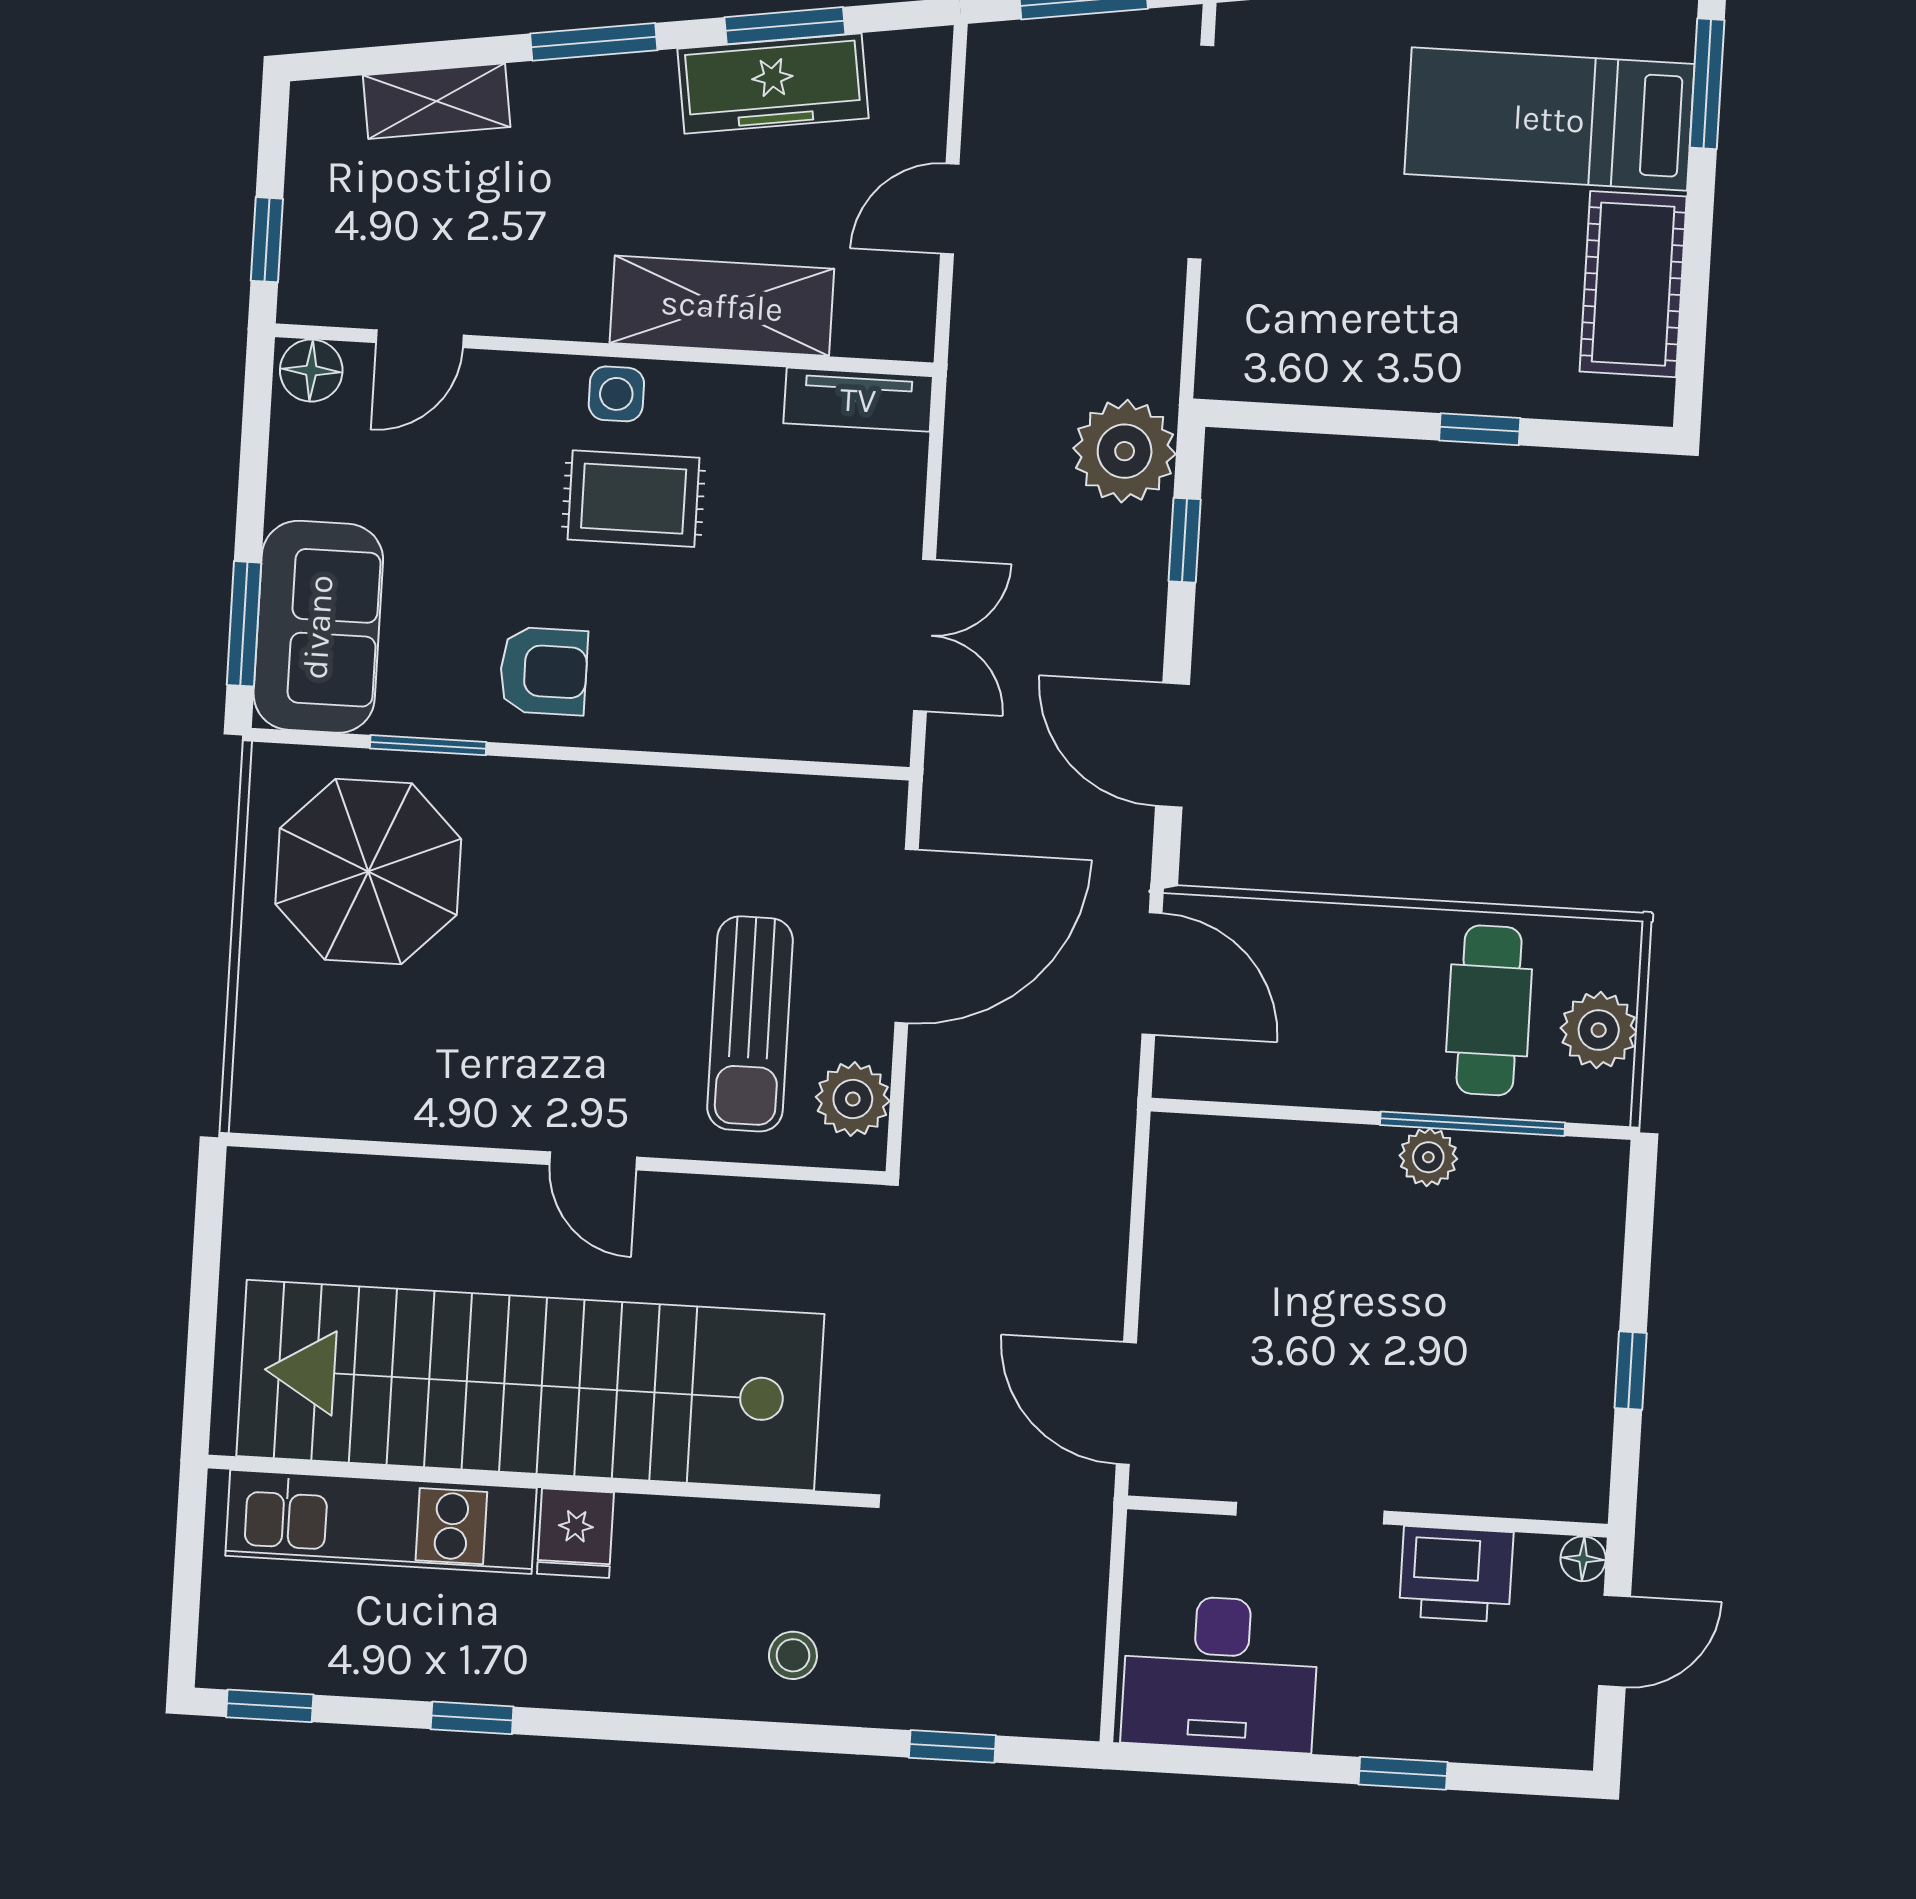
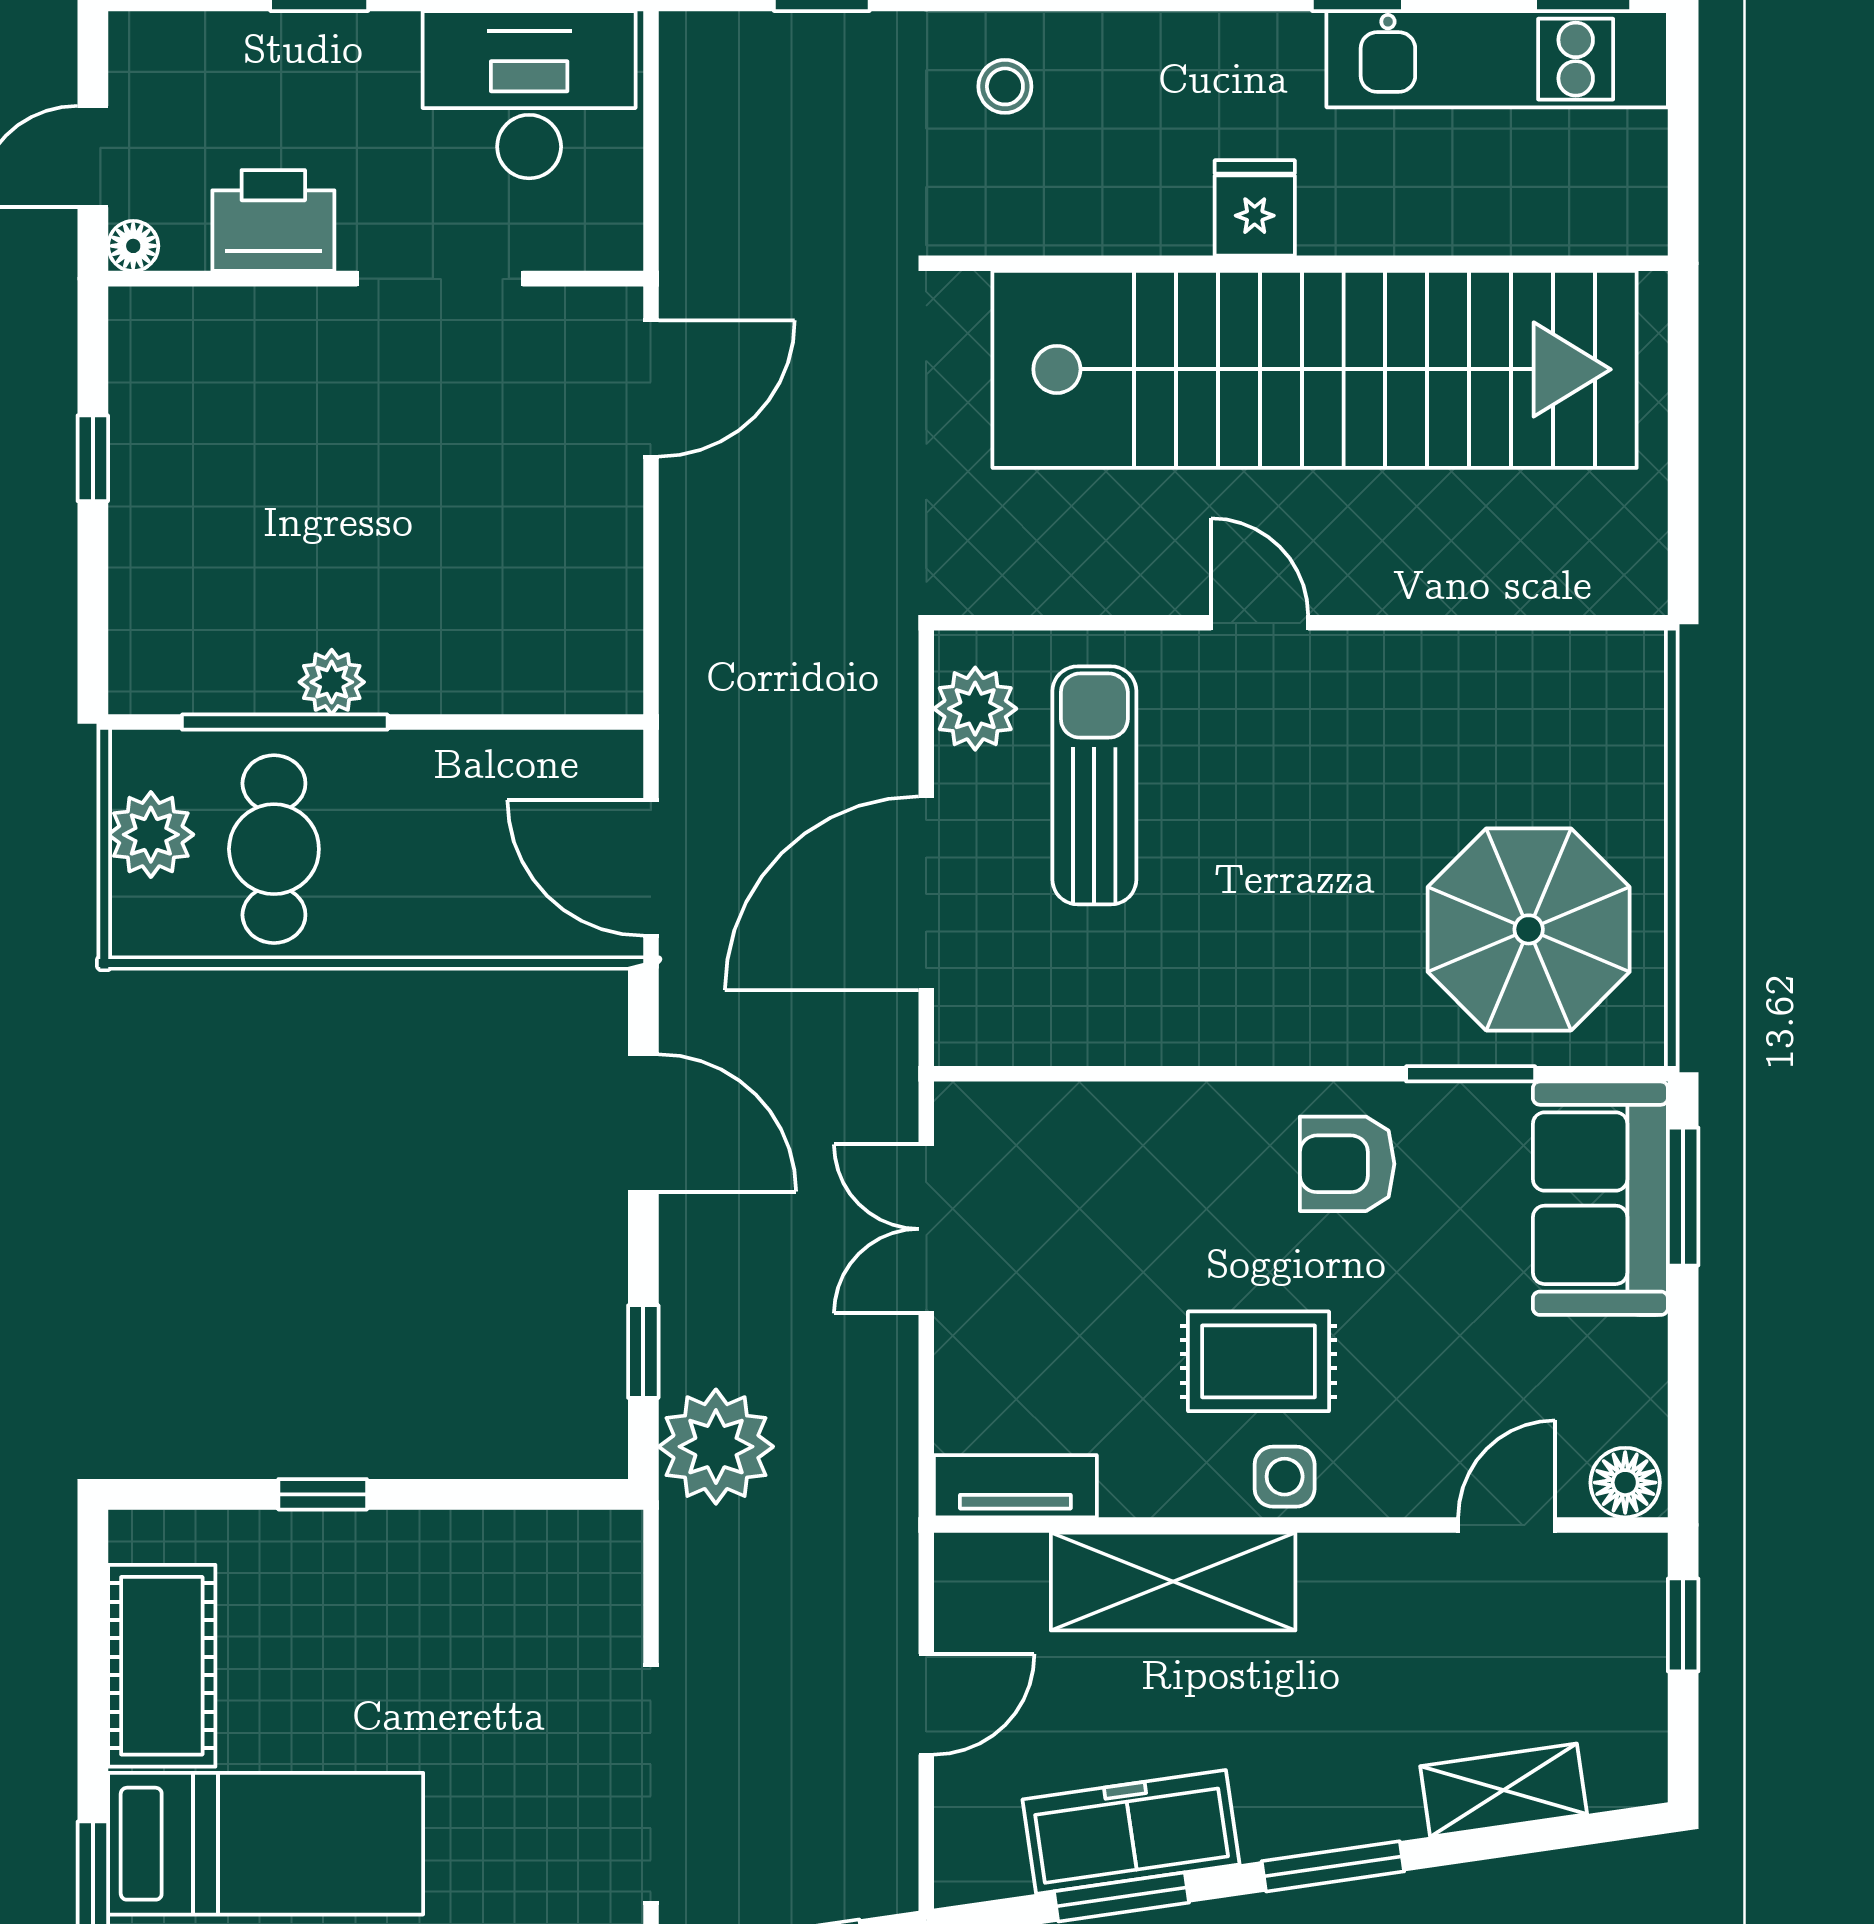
door: (1126, 1403) -> (651, 388), hinge flipped
kitchen unit: (381, 1522) -> (1497, 59), moved, turned 180

